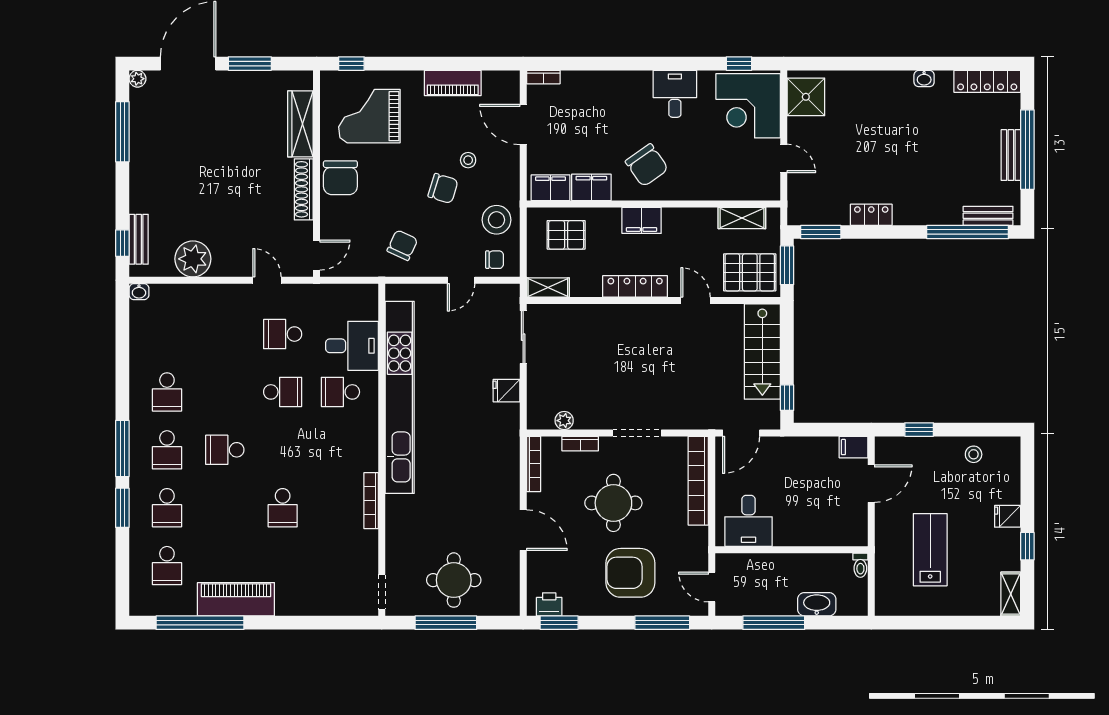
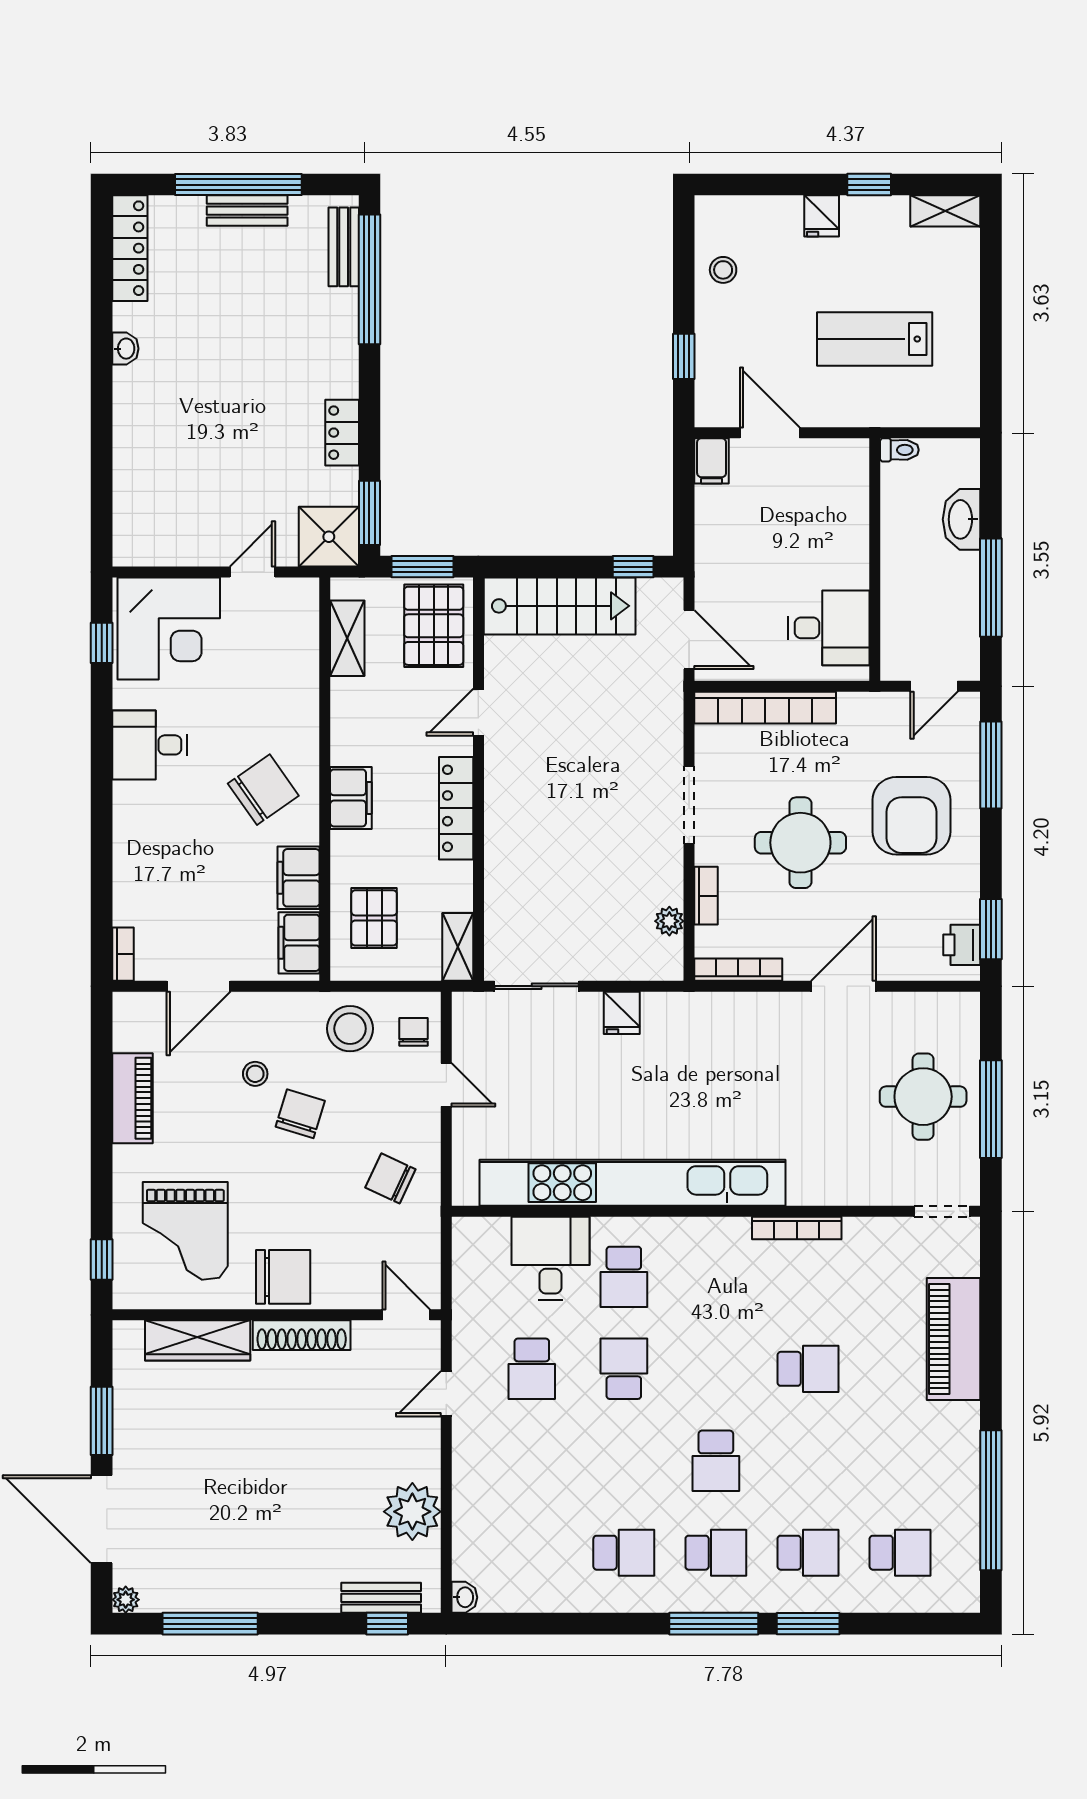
shower: (806, 97) -> (329, 537), moved
piano: (236, 599) -> (954, 1339), moved

